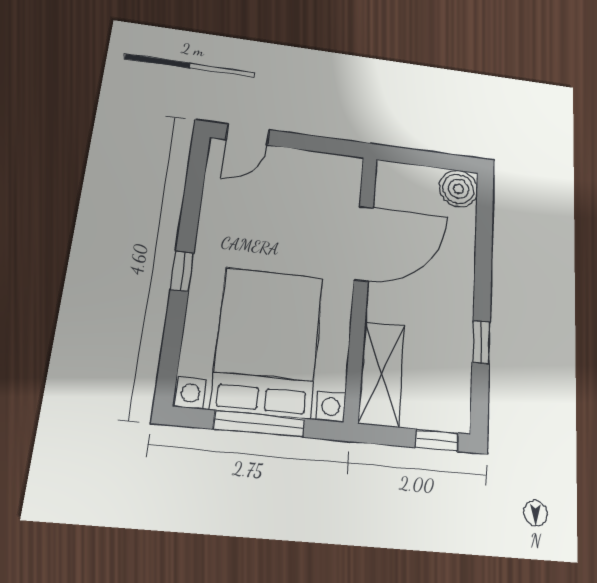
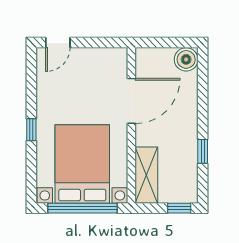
window: (259, 424) -> (82, 208), width x1.46

